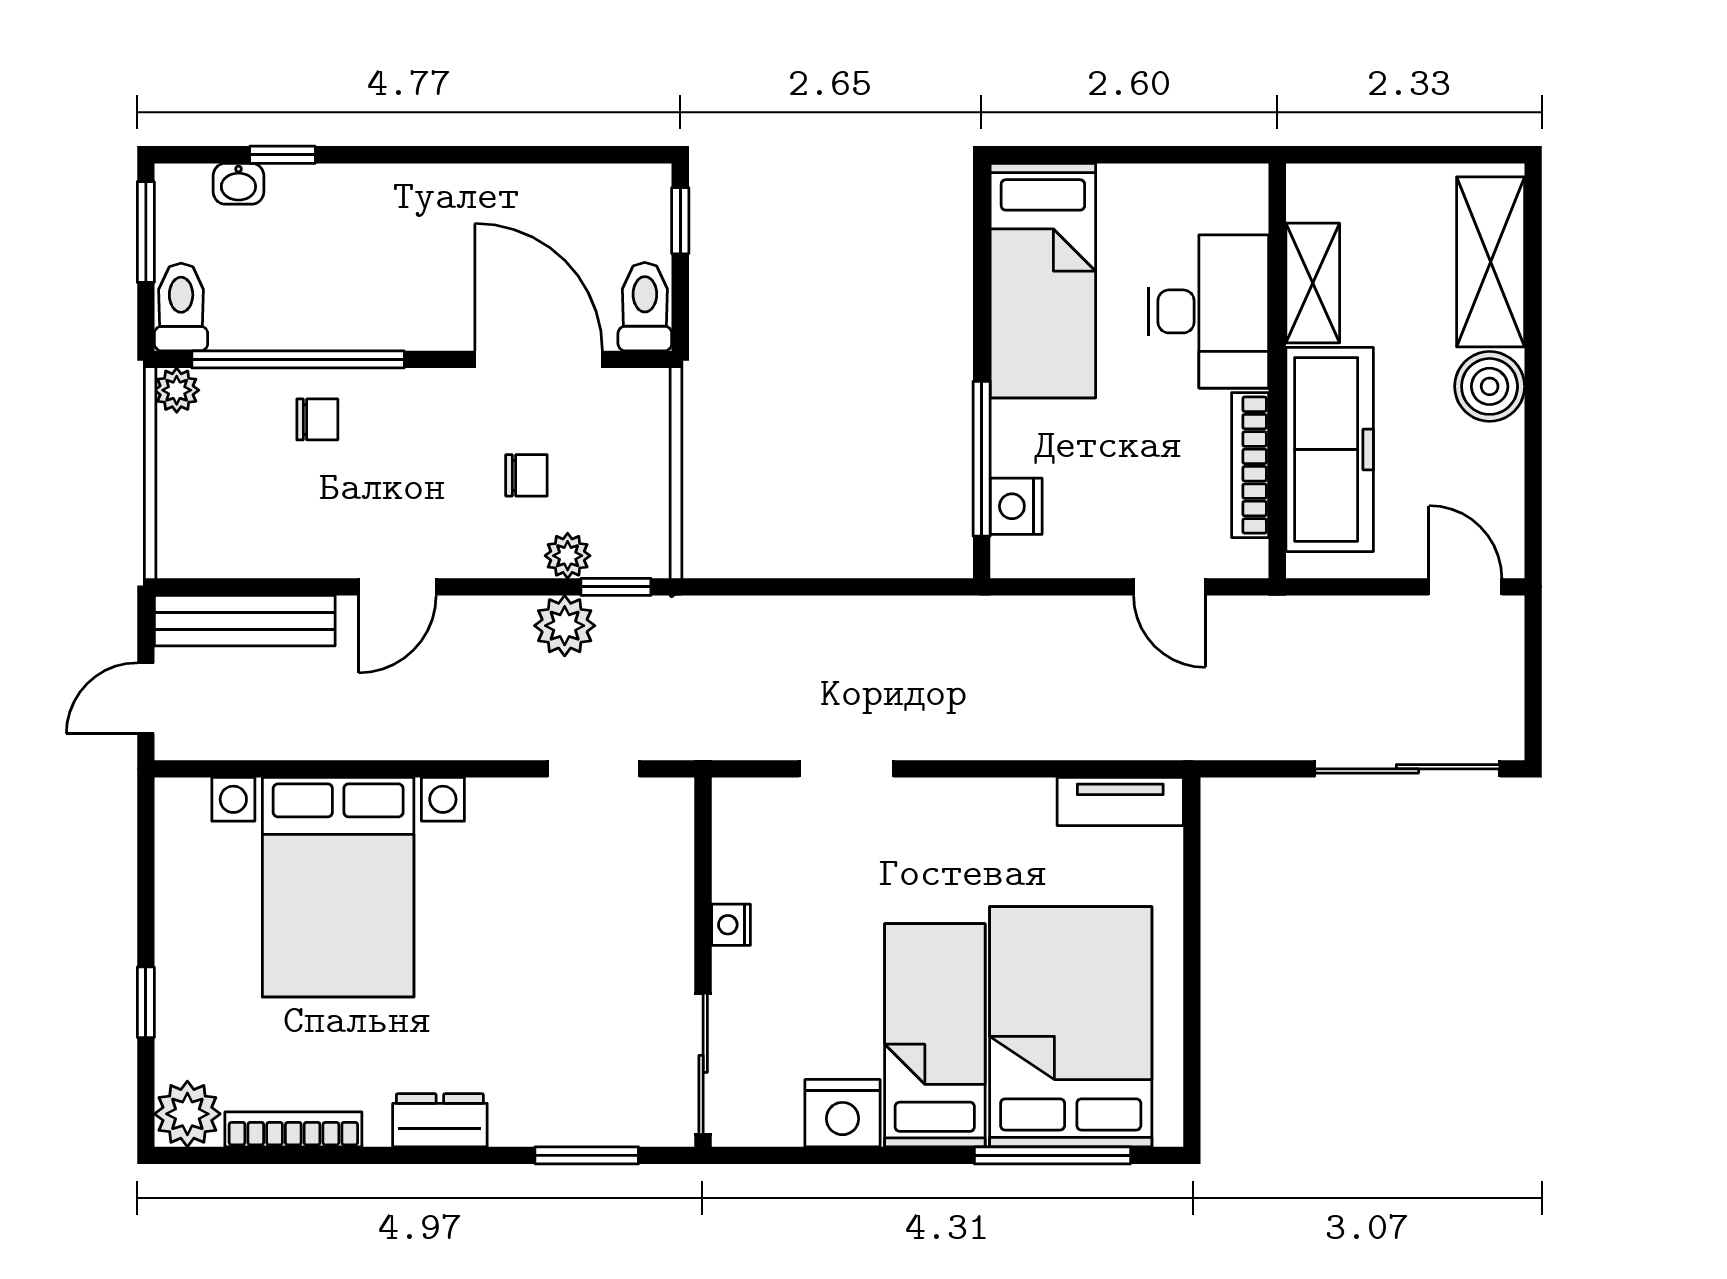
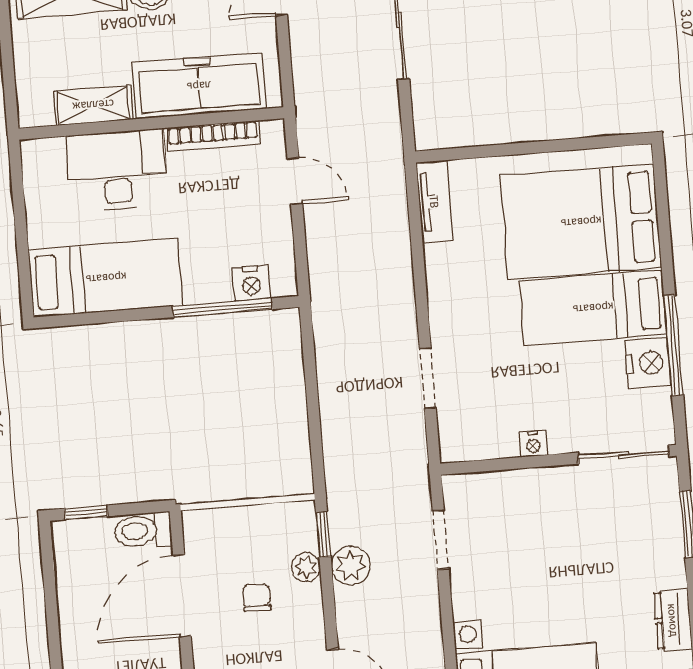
door: (1170, 587) -> (295, 181), hinge flipped
window: (1052, 1155) -> (674, 346), moved

